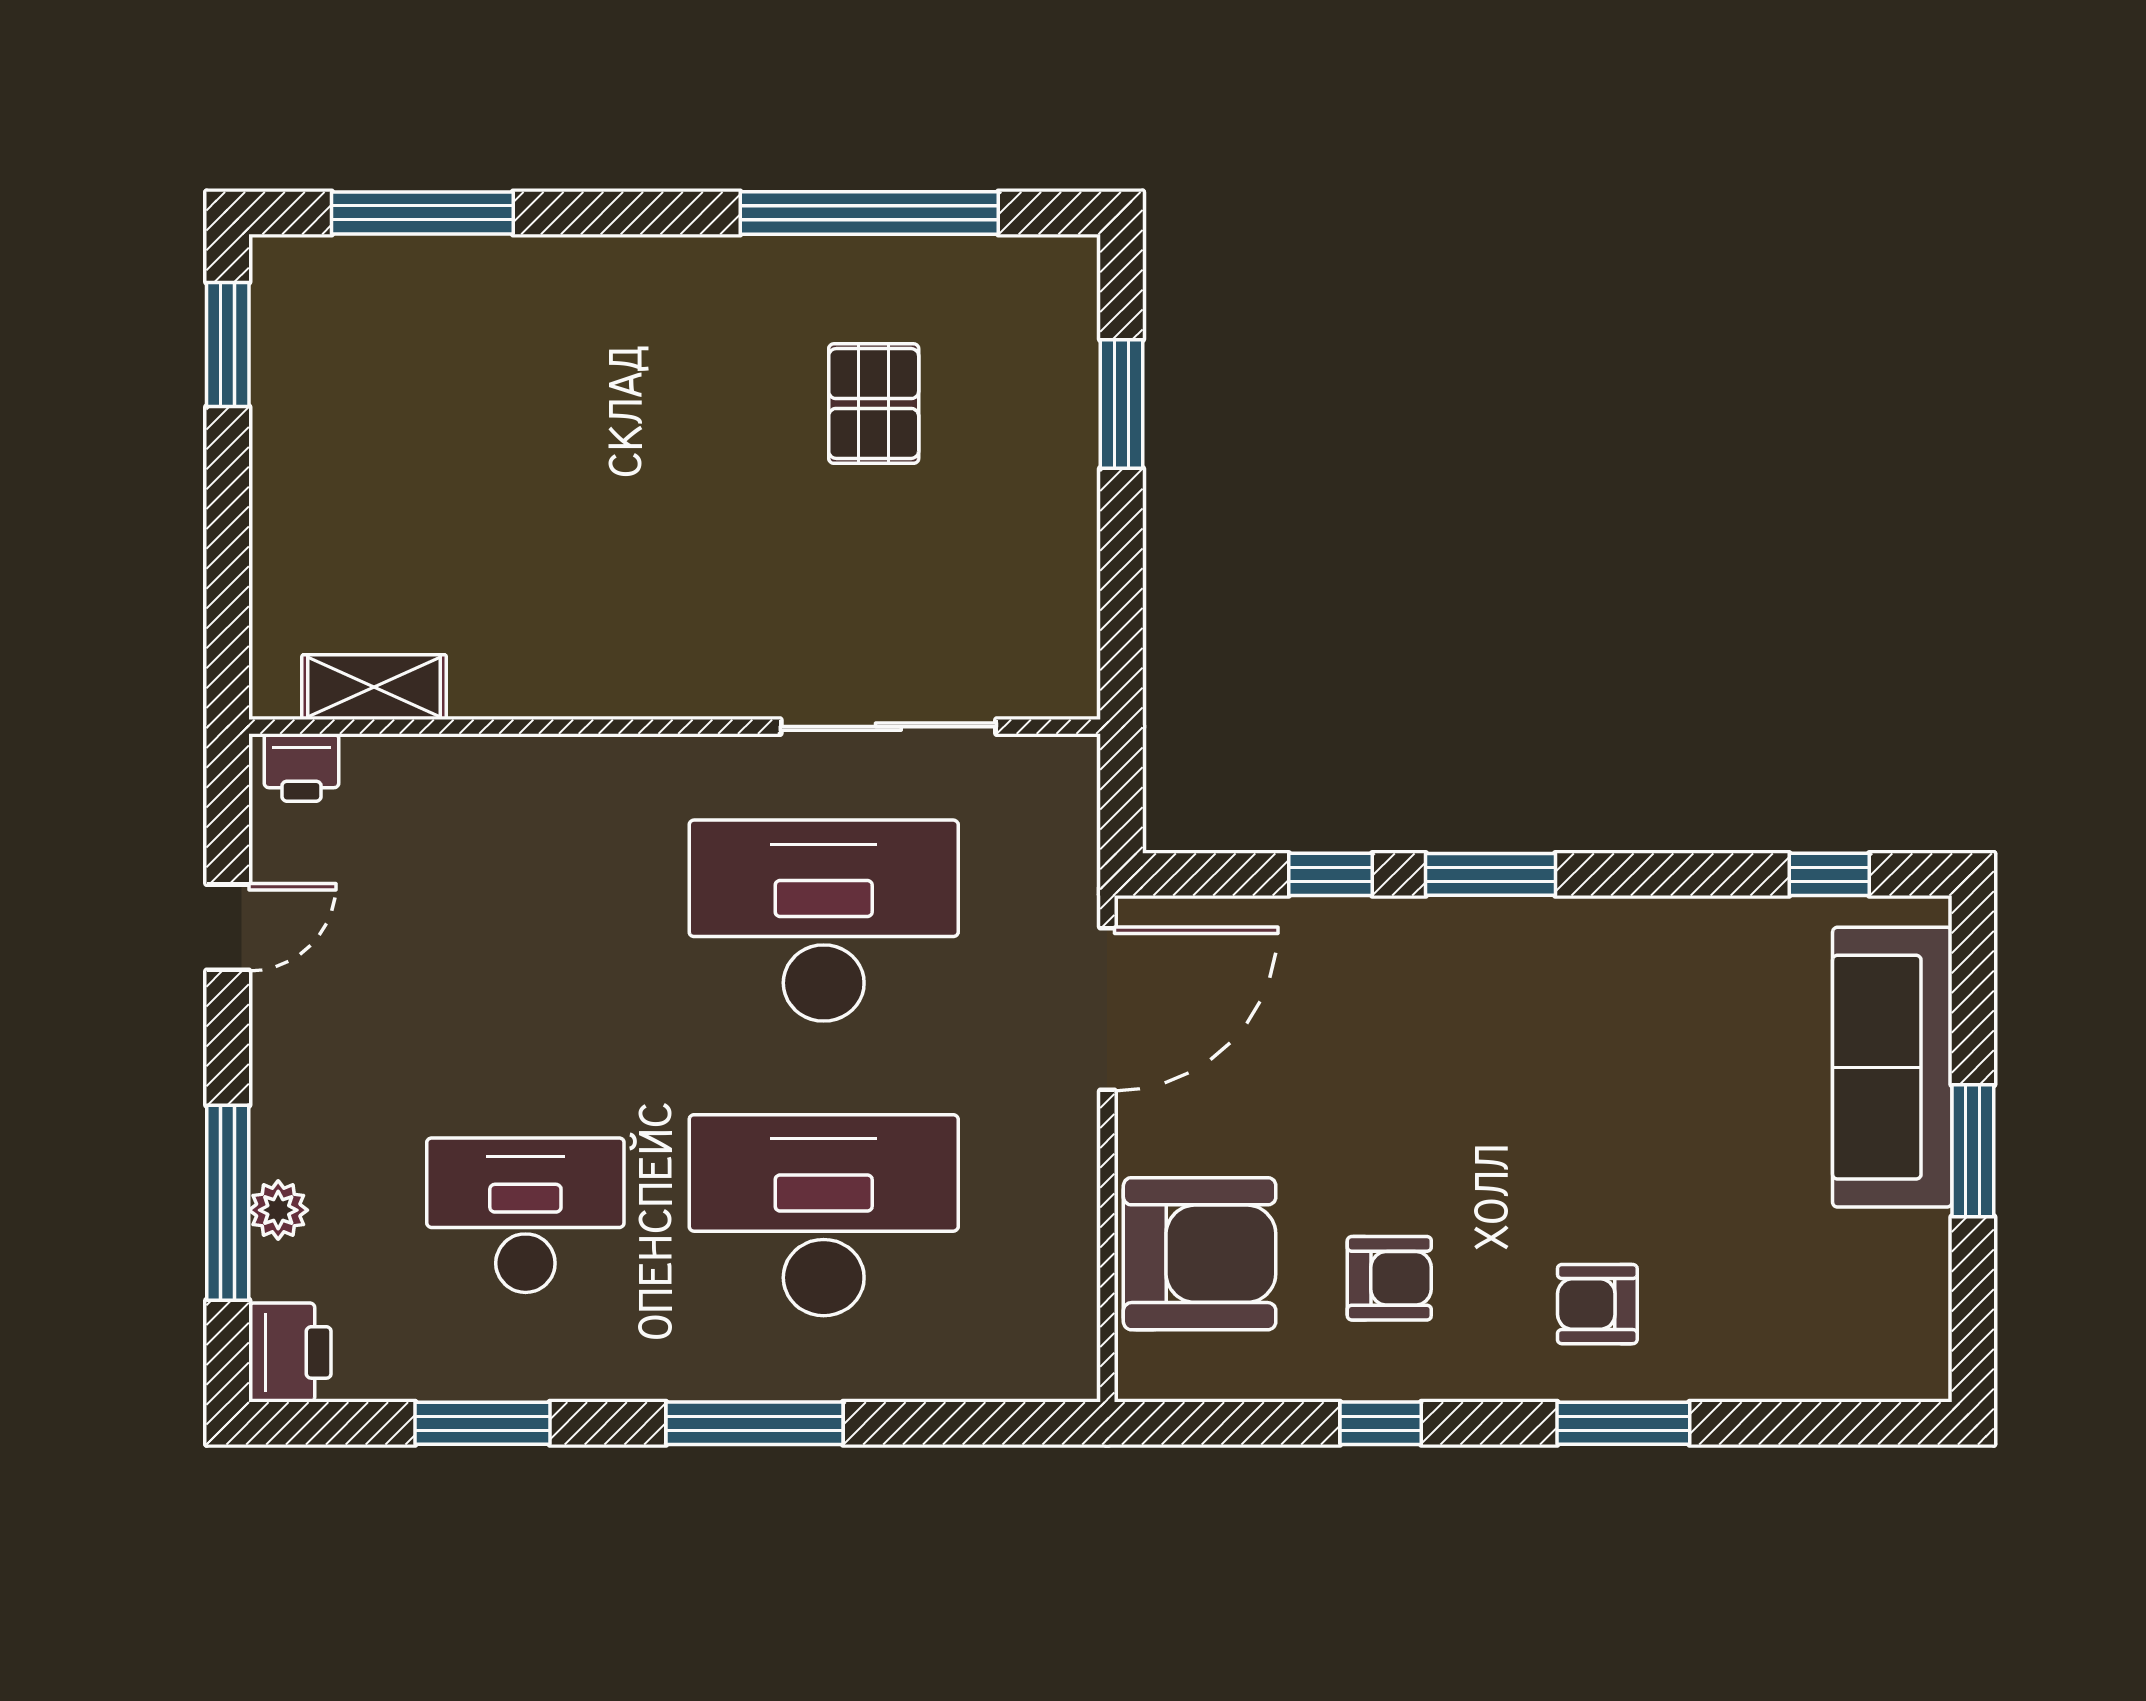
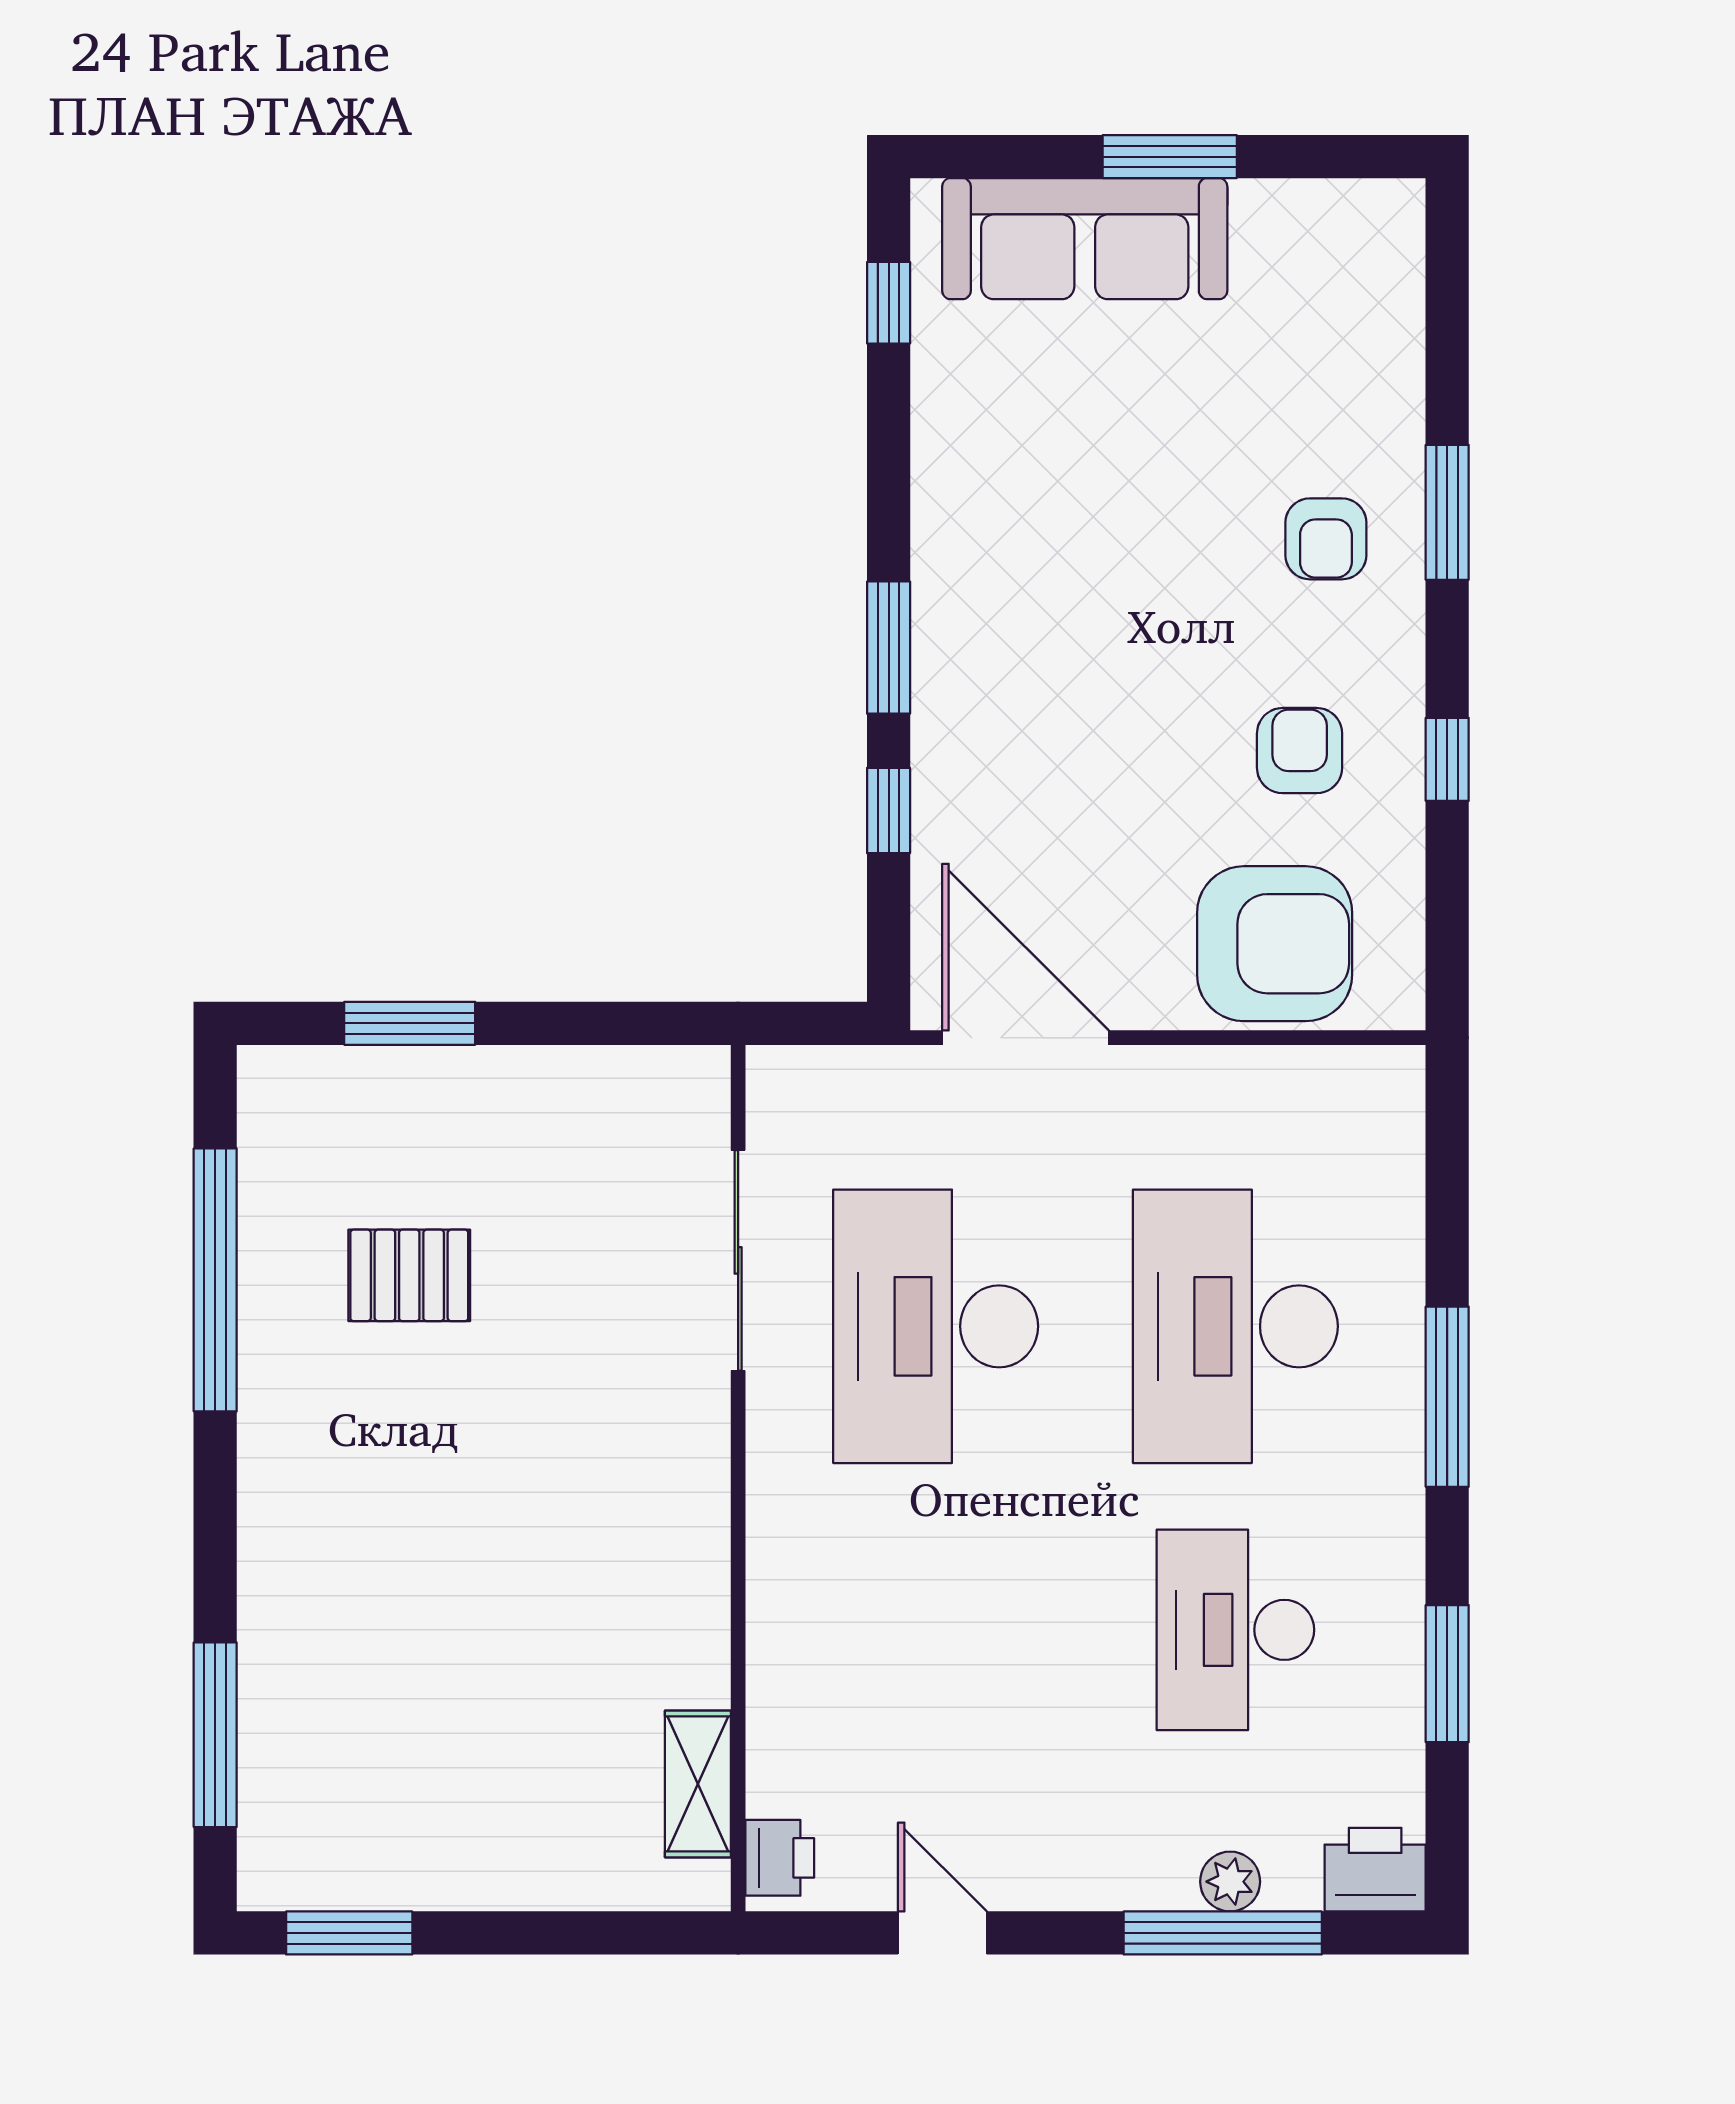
armchair: (1200, 1254) -> (1275, 944), turned 90

